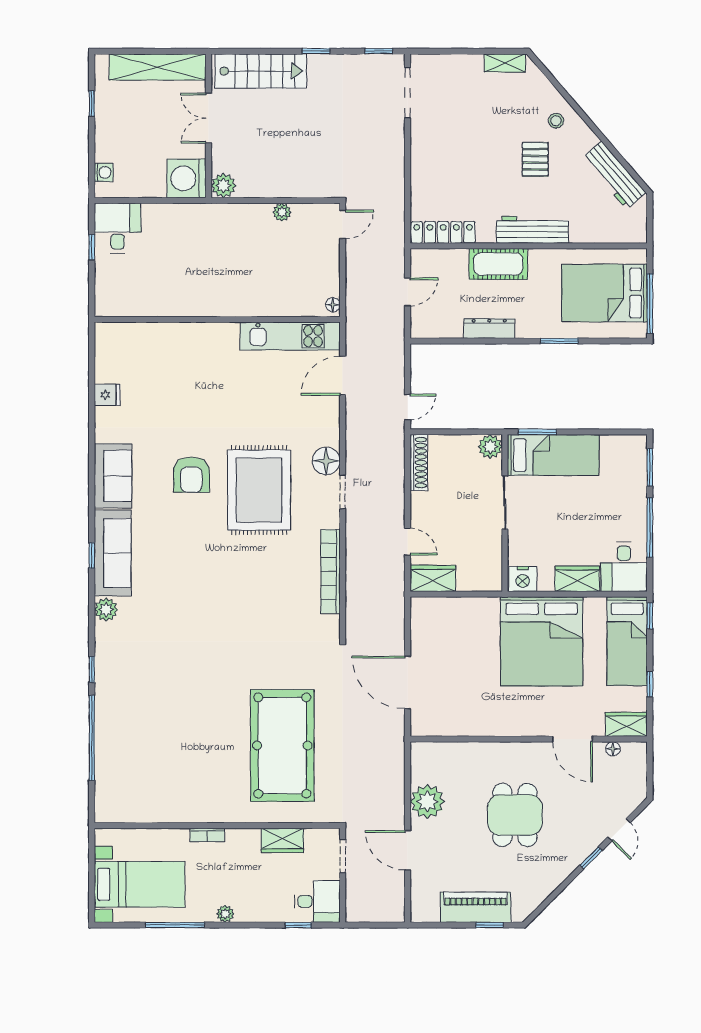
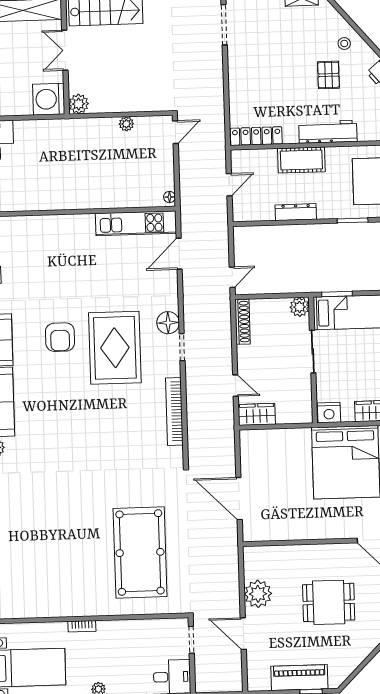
dining table: (515, 815) -> (329, 602), turned 90
wardrobe: (282, 840) -> (143, 629), removed

